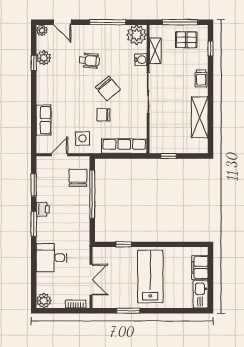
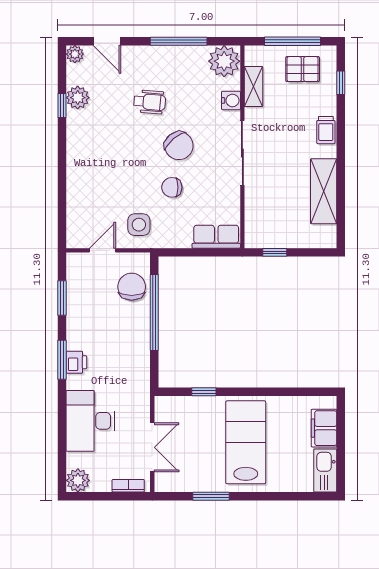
row of seats: (44, 120) -> (78, 196), removed
row of seats: (124, 146) -> (216, 237), width x0.68
printer: (43, 209) -> (76, 362), moved
desk: (52, 258) -> (90, 421), width x1.37

